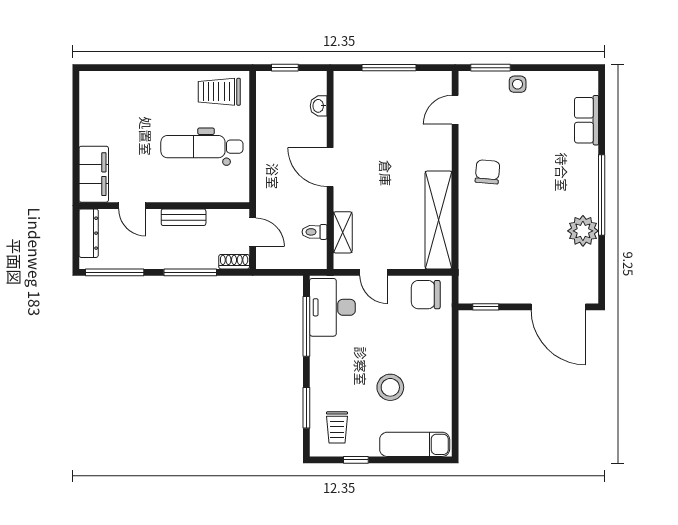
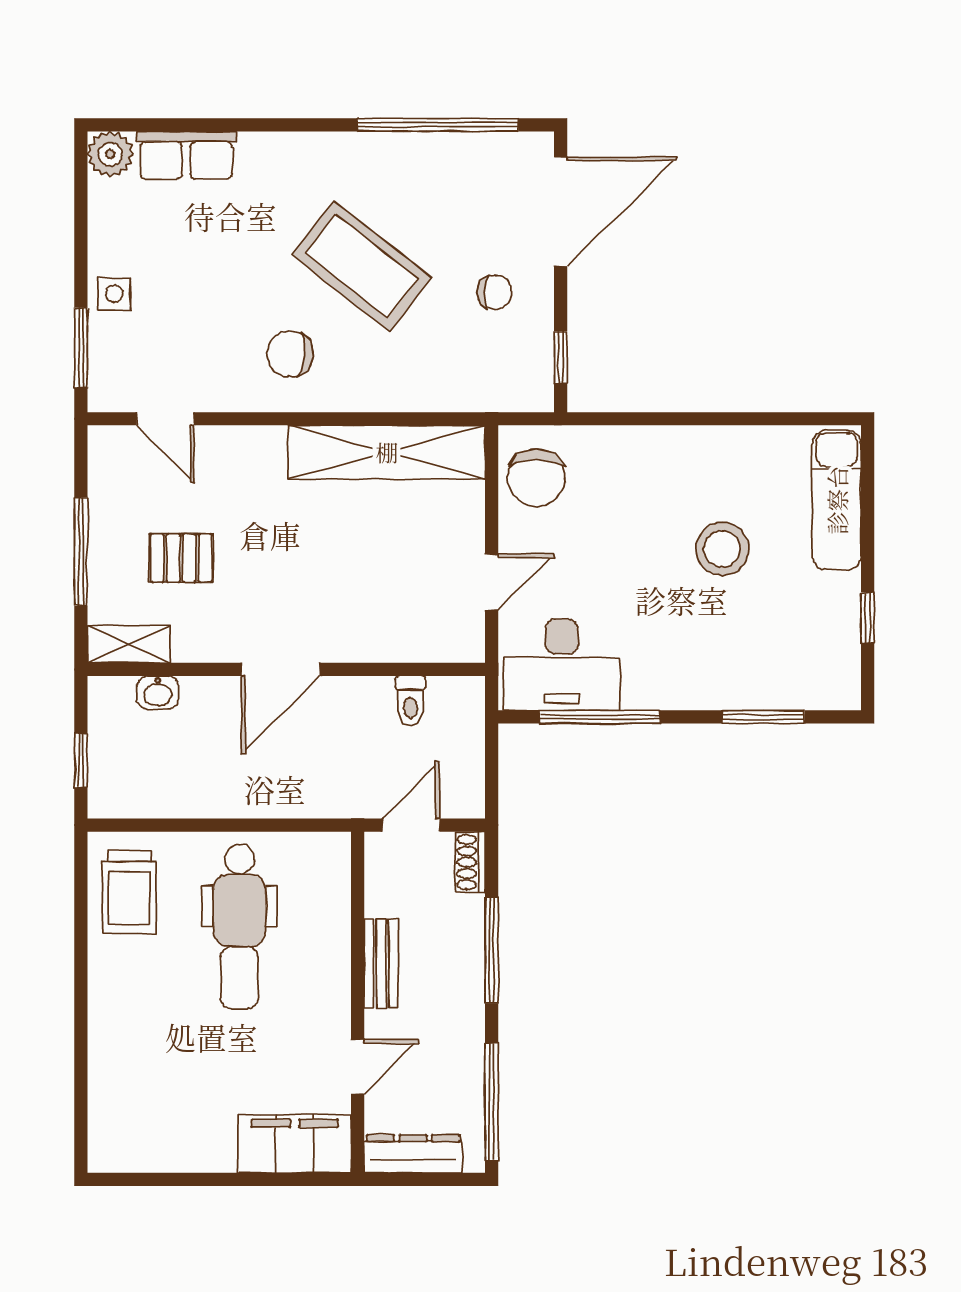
pallet: (386, 118) -> (181, 558), added
window: (602, 195) -> (438, 125), moved
coffee table: (531, 208) -> (362, 266), added
plant: (583, 231) -> (110, 154), moved, width x0.73, depth x0.73
shelving: (343, 232) -> (129, 644), moved
chair: (518, 274) -> (495, 292), added
trolley: (337, 427) -> (803, 656), removed

